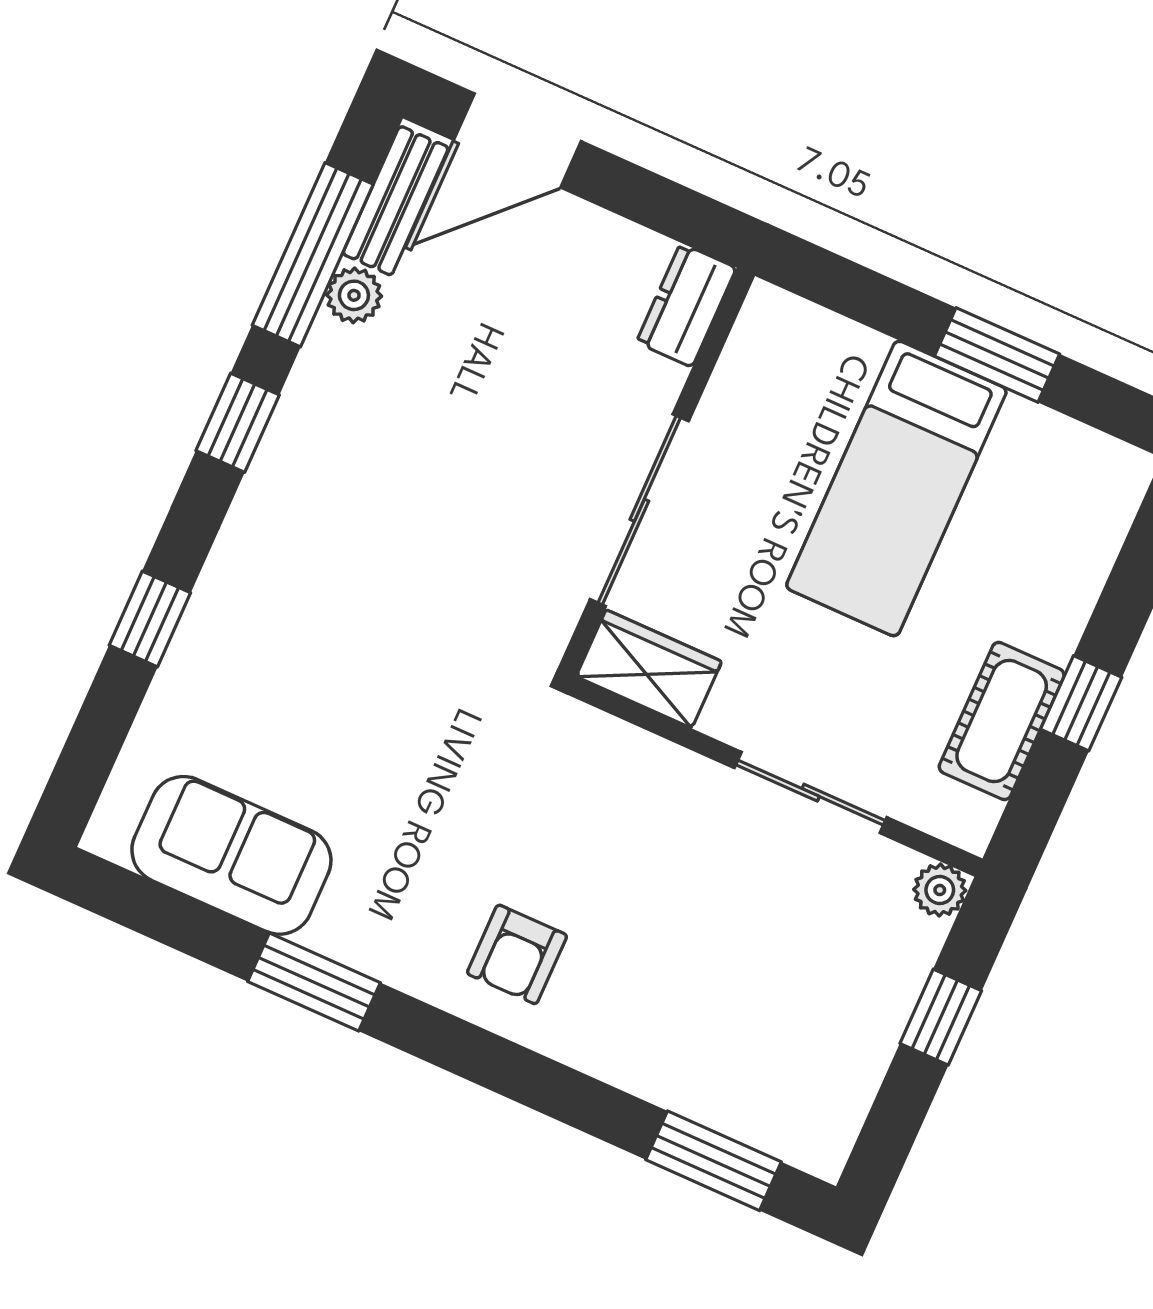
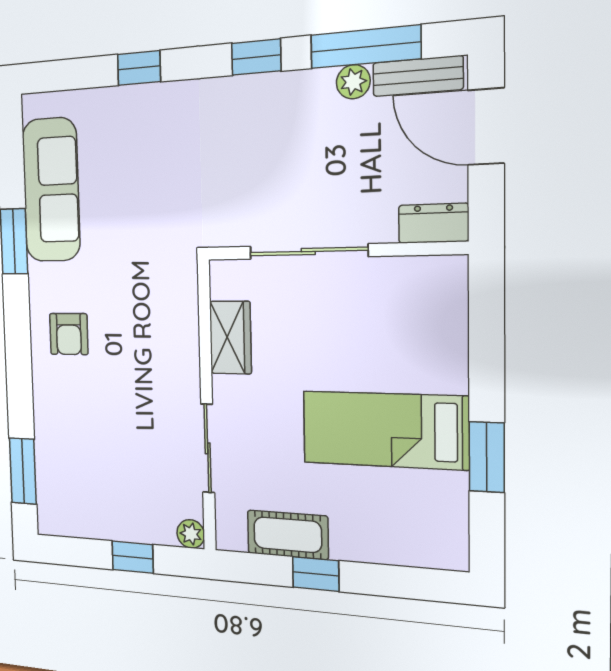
dresser: (686, 305) -> (433, 223), moved
wall: (656, 472) -> (333, 251), moved
sliding door: (639, 510) -> (308, 251), moved
sofa: (231, 855) -> (51, 190), width x1.36
armchair: (517, 954) -> (69, 334), turned -90

